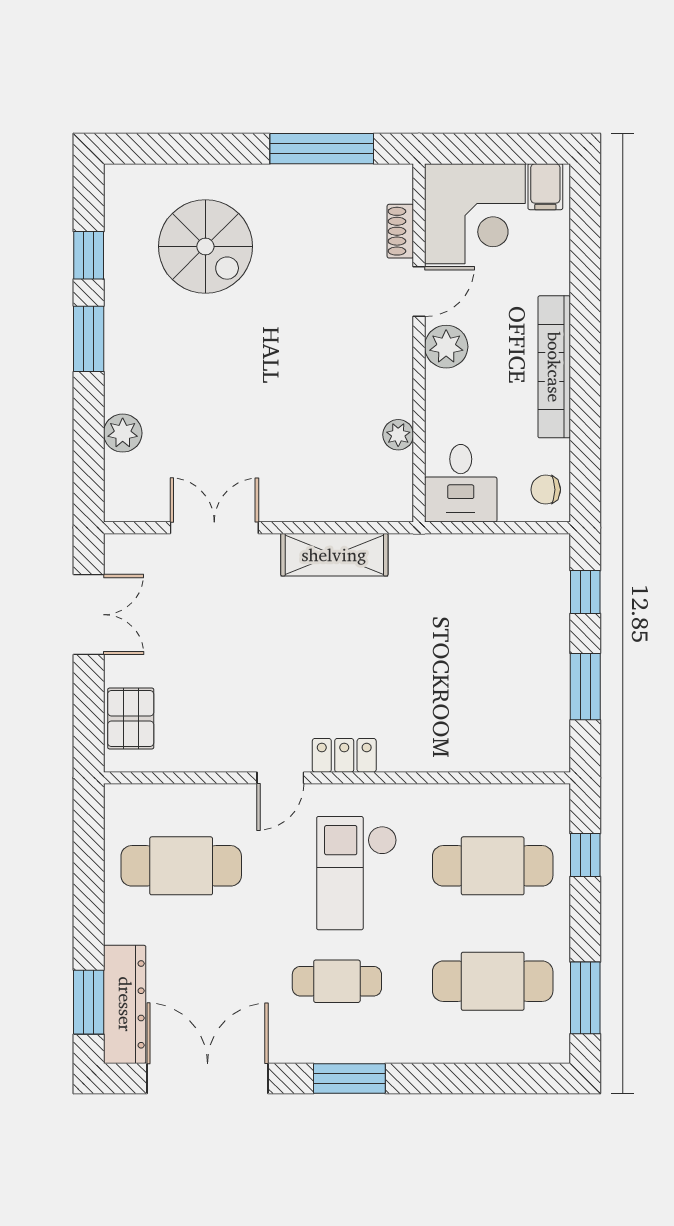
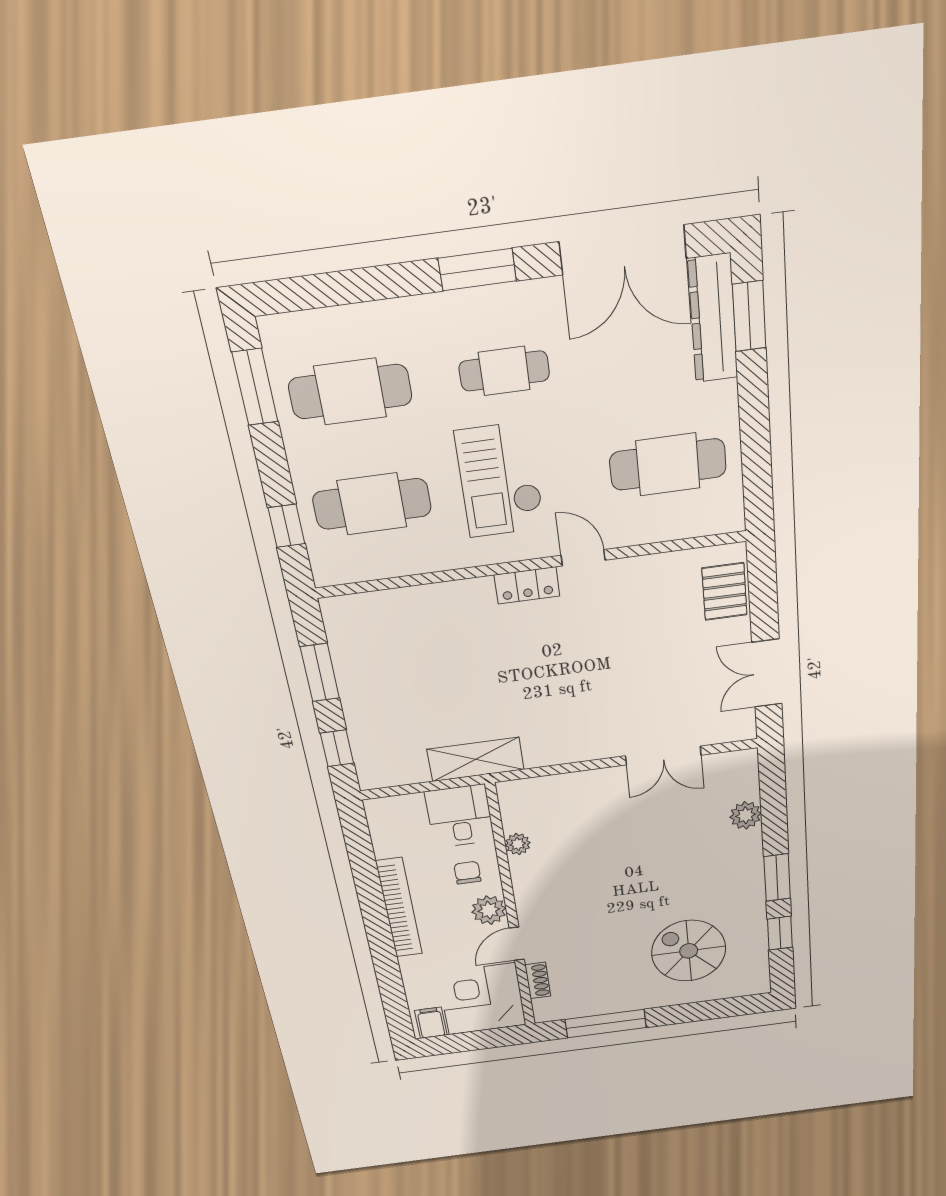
chair: (546, 490) -> (467, 873), moved, turned -90
shelving: (334, 555) -> (475, 759), moved
door: (280, 778) -> (583, 558), hinge flipped
checkout: (357, 873) -> (500, 480), turned 180

